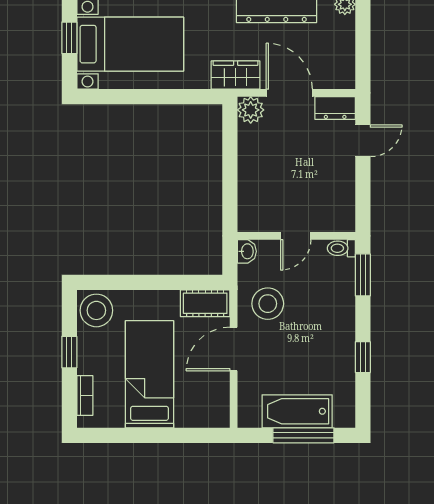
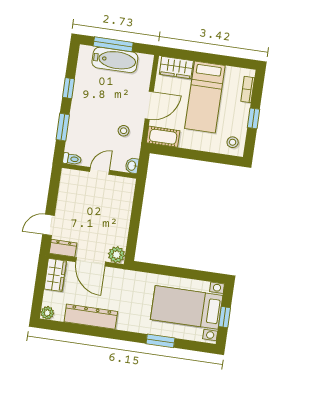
wardrobe: (236, 75) -> (55, 275), moved, turned -90
window: (363, 275) -> (63, 127), moved
stool: (268, 304) -> (124, 131), width x0.53, depth x0.53
stool: (96, 310) -> (233, 142), width x0.53, depth x0.53
wardrobe: (200, 413) -> (176, 68), added

